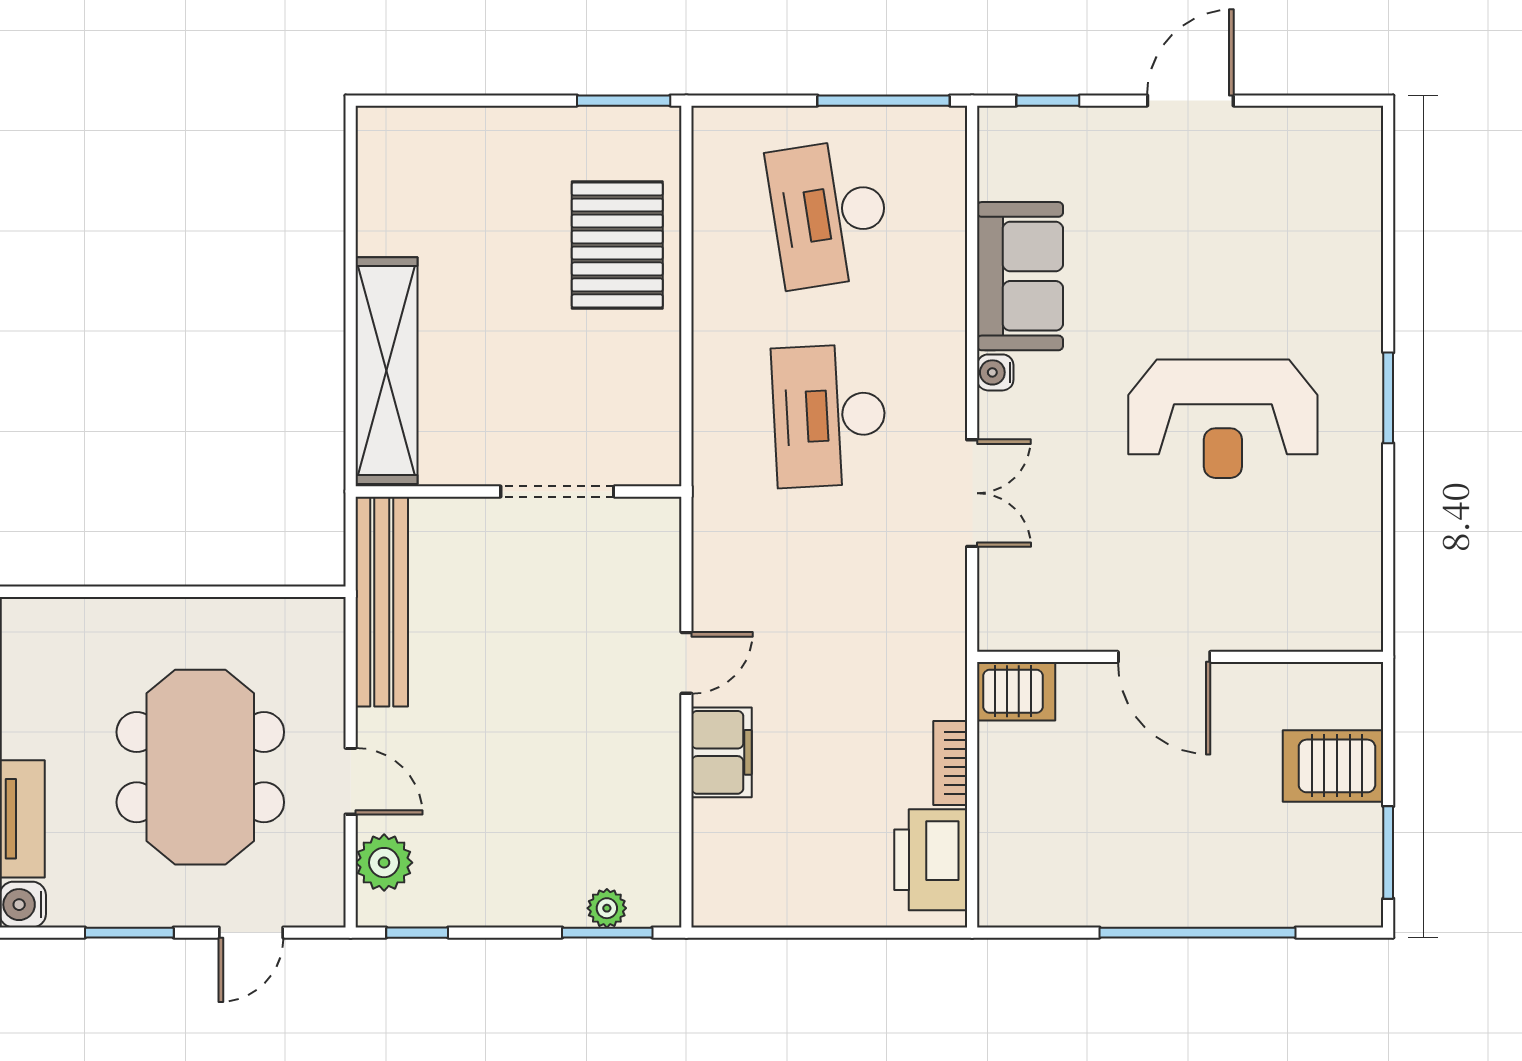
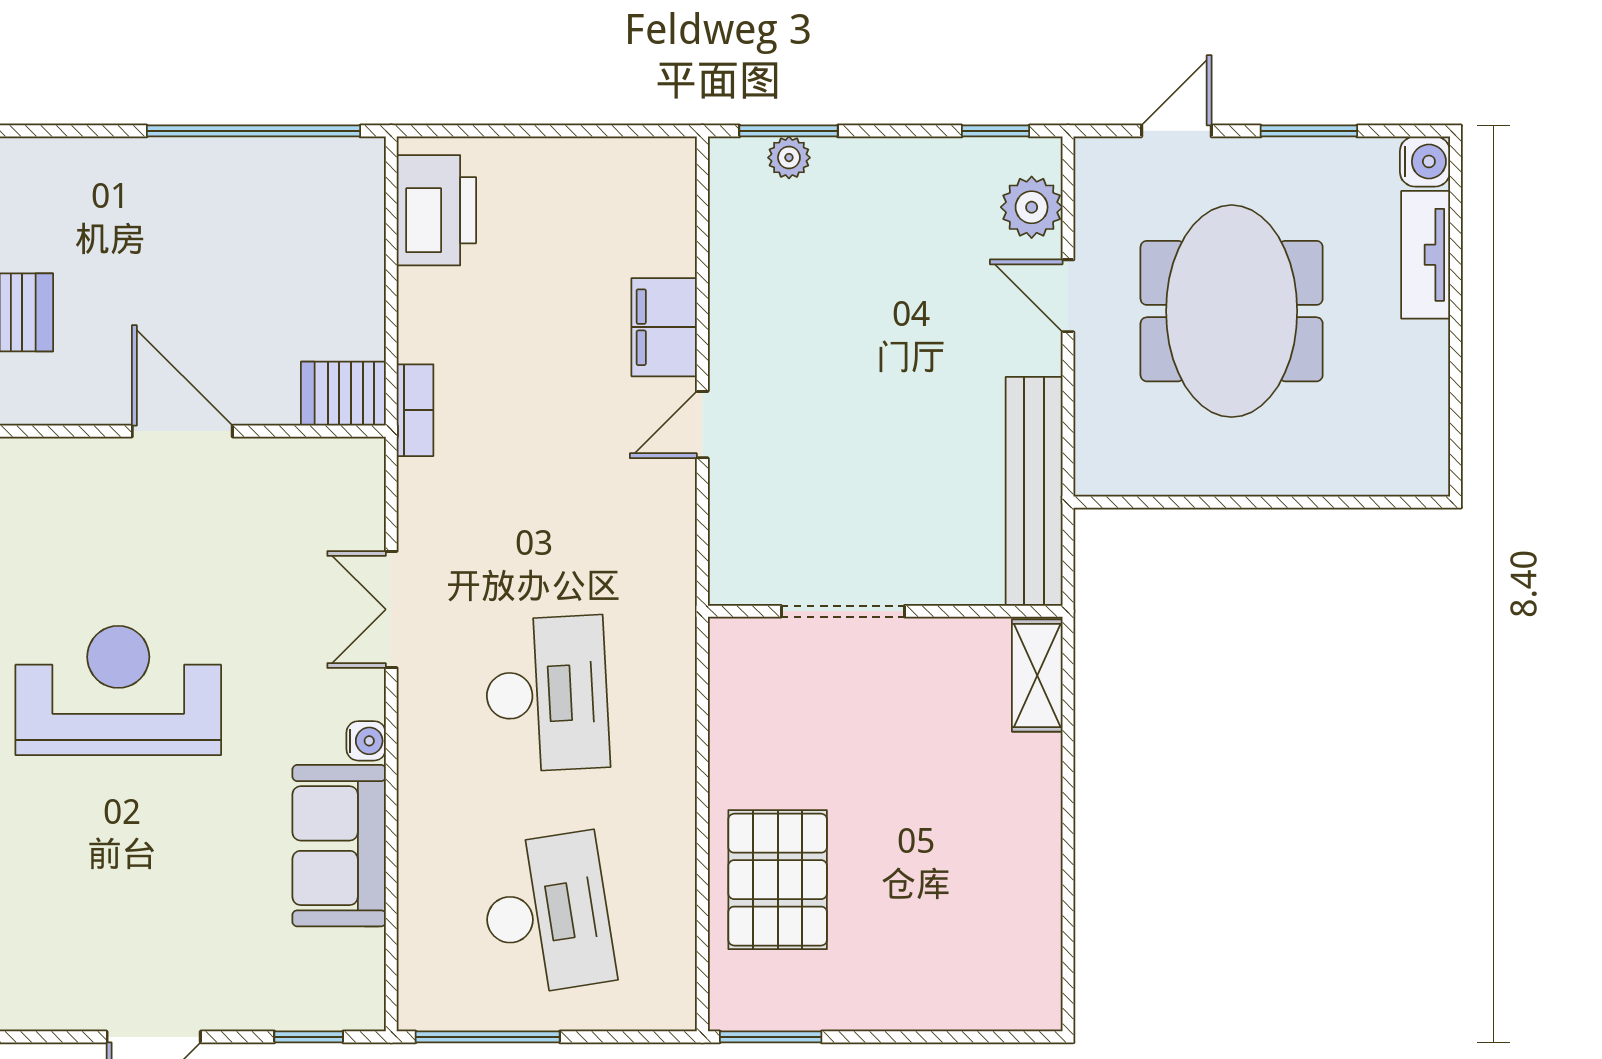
shelving: (387, 371) -> (1037, 675), width x0.45, depth x0.75
bookcase: (950, 763) -> (415, 410), moved
window: (1197, 933) -> (254, 131), moved

